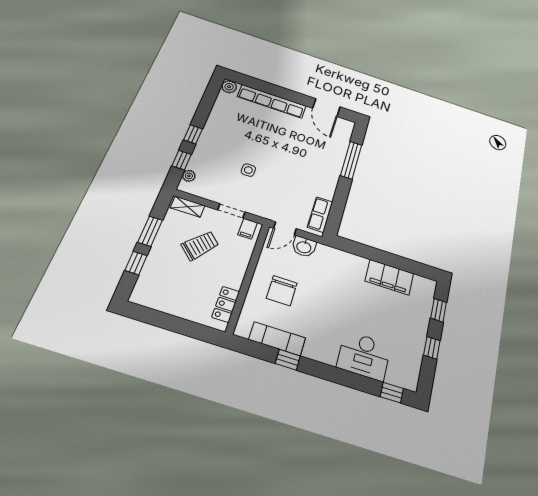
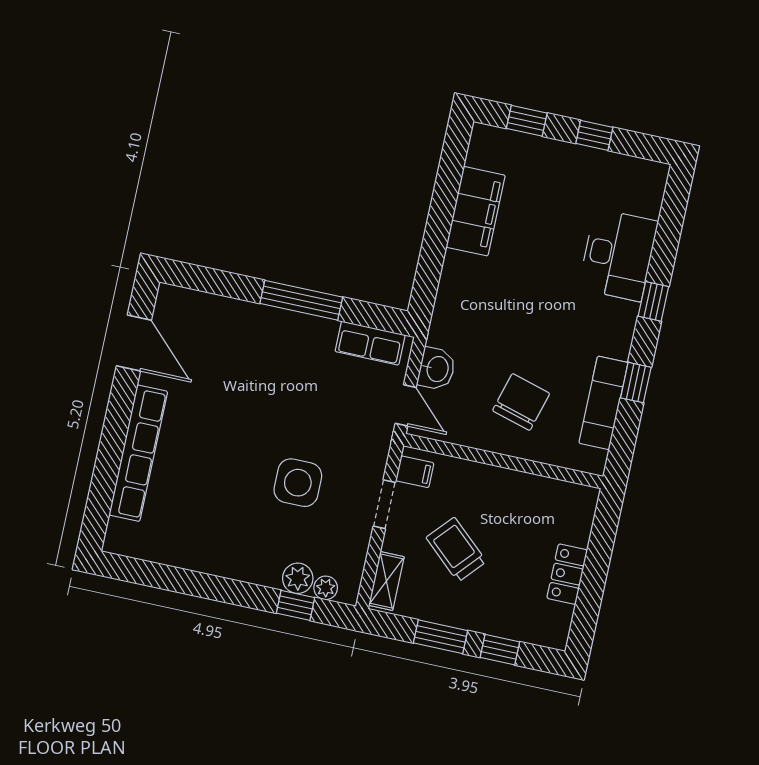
plant: (229, 87) -> (298, 578), moved
door: (326, 108) -> (134, 343), hinge flipped
window: (193, 134) -> (238, 593), removed
window: (351, 160) -> (301, 300), moved
side table: (248, 170) -> (298, 483), width x1.87, depth x1.87
chair: (282, 291) -> (521, 402), turned -74
locker: (226, 304) -> (567, 574), moved, turned 90
window: (392, 393) -> (653, 301), moved

